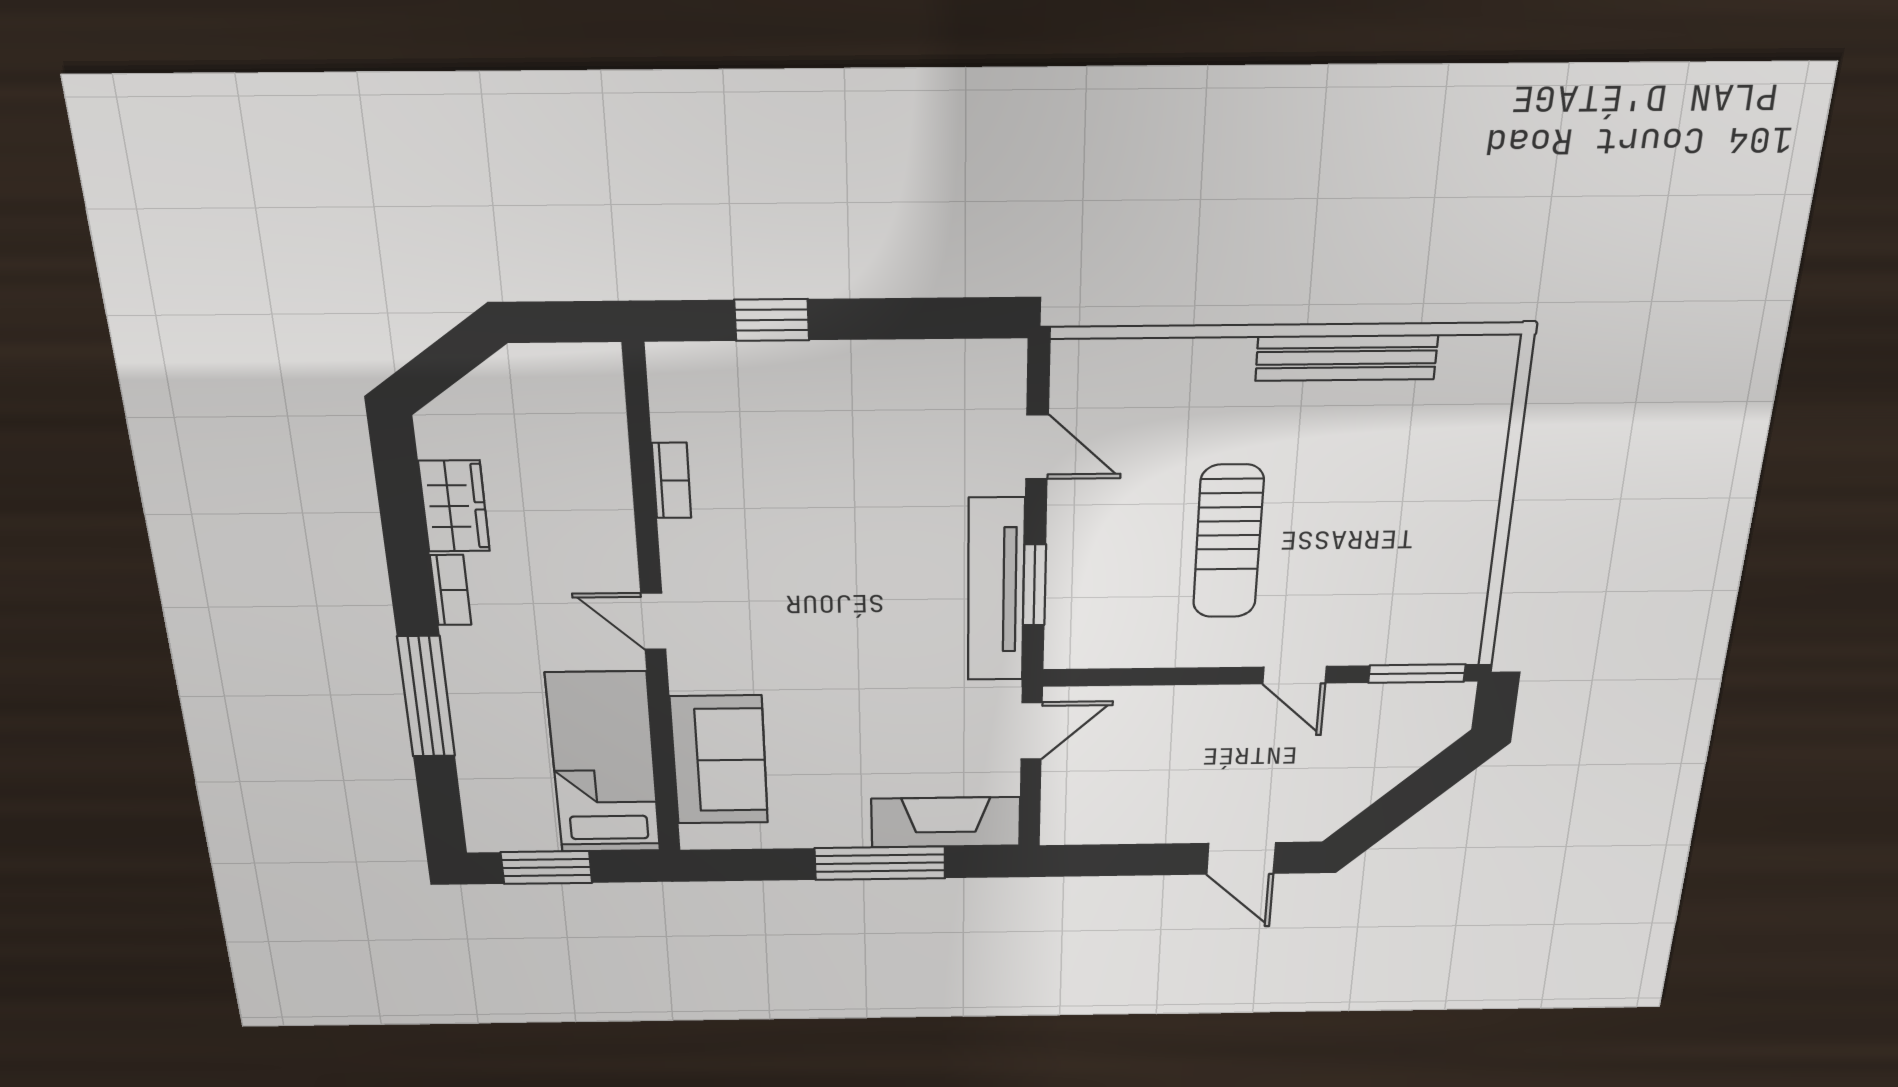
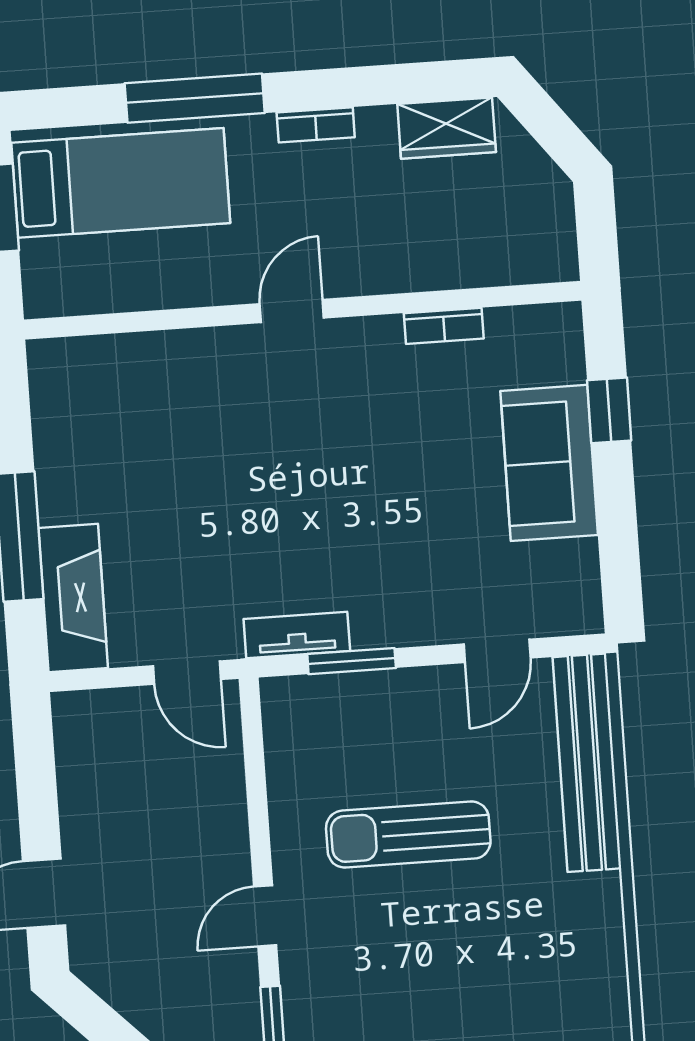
bench: (1346, 358) -> (587, 763), moved, width x1.37, depth x1.21
wardrobe: (454, 506) -> (447, 128), moved
tv unit: (996, 590) -> (297, 635), width x0.52, depth x0.78
sofa: (719, 760) -> (549, 463), moved, turned 90
bed: (604, 763) -> (121, 183), moved

